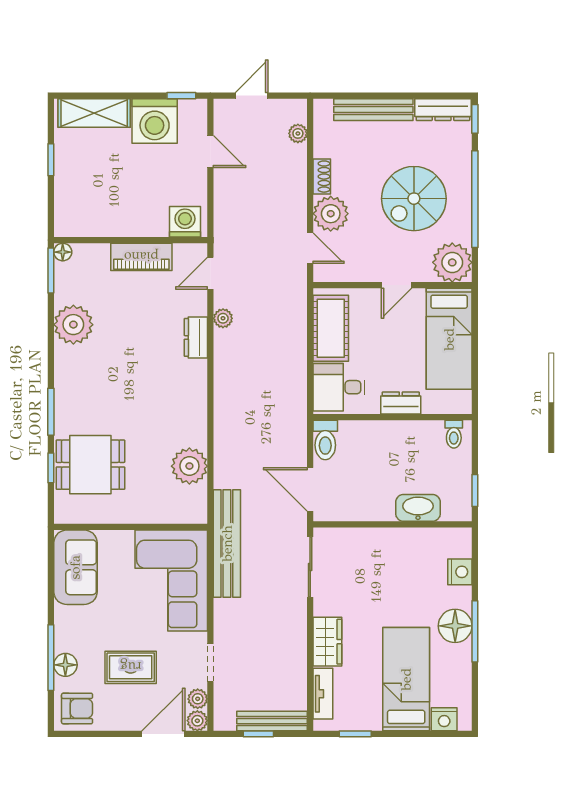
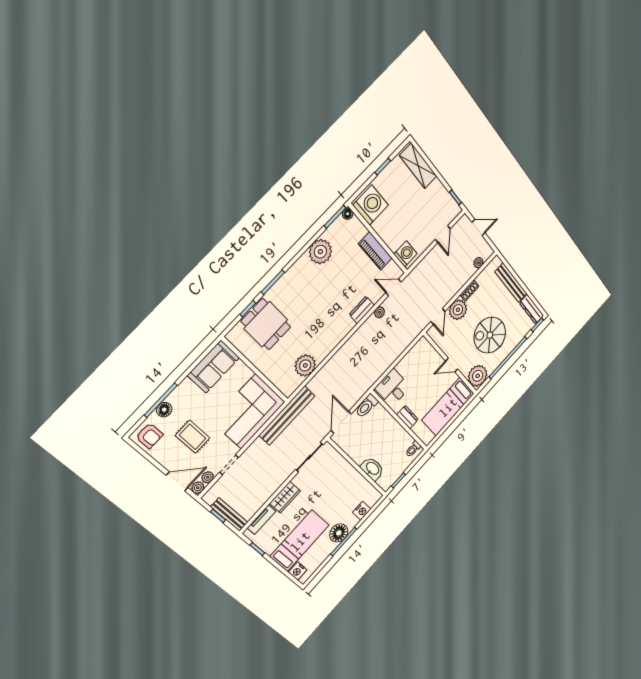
washing machine: (155, 121) -> (371, 205), moved, turned 180
cot: (331, 328) -> (413, 359), removed

